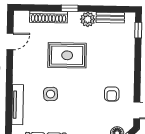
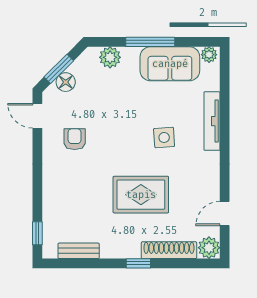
plant: (88, 19) -> (209, 248), moved

